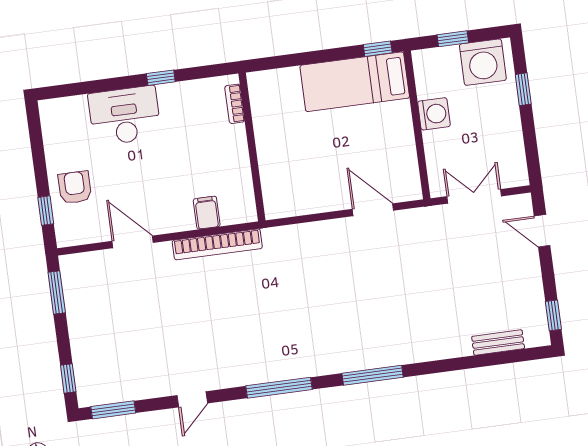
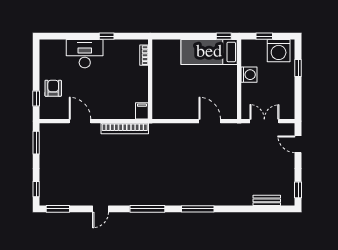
filing cabinet: (207, 213) -> (142, 111), moved

